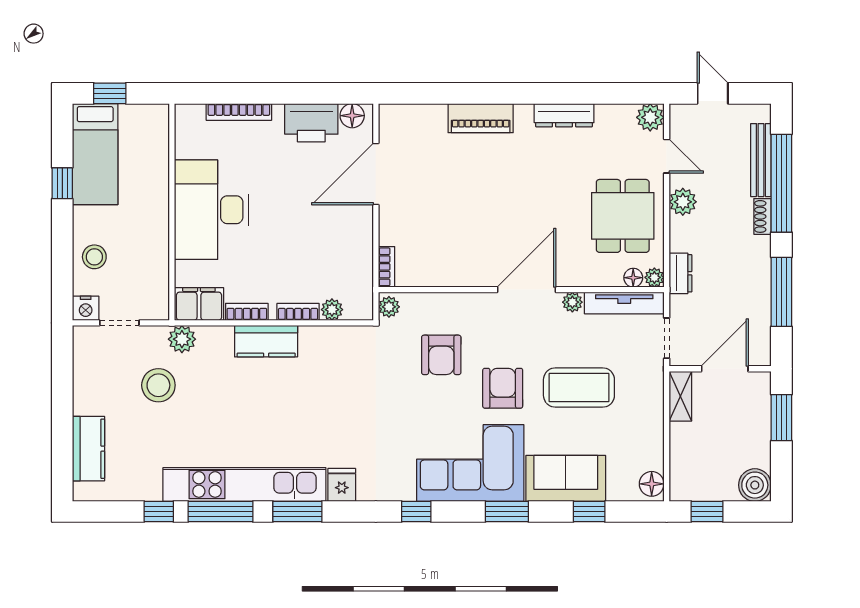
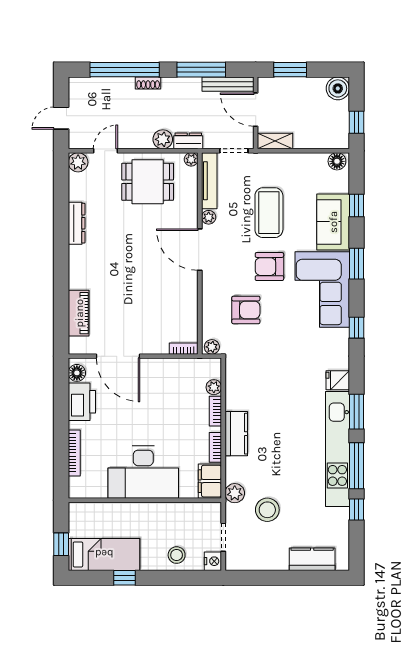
piano: (481, 118) -> (79, 313), moved
bench: (761, 160) -> (228, 84), moved
plant: (683, 202) -> (163, 139), moved
floor lamp: (633, 278) -> (191, 174), removed

